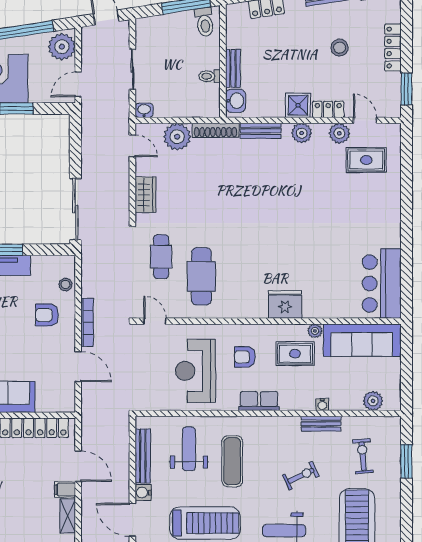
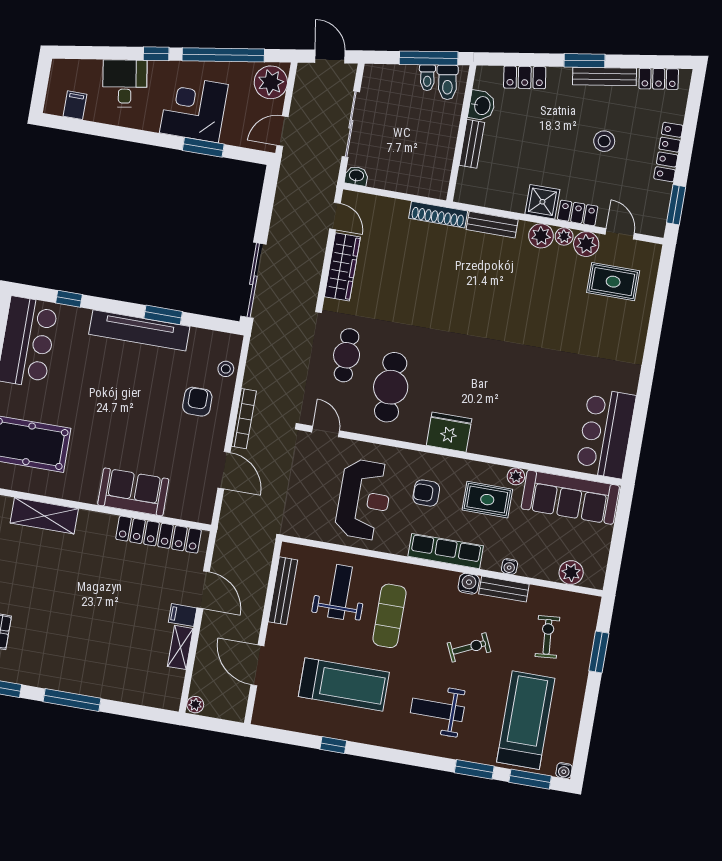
sliding door: (132, 69) -> (351, 124), width x1.37
toilet: (210, 76) -> (427, 78), moved, turned -99
washbasin: (235, 101) -> (482, 105), moved
plant: (177, 137) -> (564, 236), moved, width x0.53, depth x0.53
wardrobe: (145, 195) -> (342, 267), width x1.50
fridge: (285, 304) -> (449, 432), moved
armchair: (47, 315) -> (197, 402), turned 90
reception desk: (195, 371) -> (364, 500), turned 180
row of seats: (259, 401) -> (446, 551), width x1.48
water cooler: (143, 493) -> (469, 584), moved, turned 90

